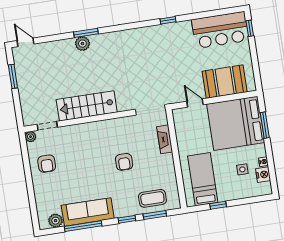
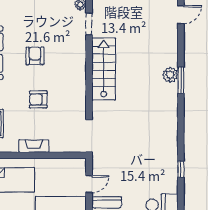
fireplace: (165, 139) -> (34, 146), moved
armchair: (47, 164) -> (35, 56), moved, turned 90

